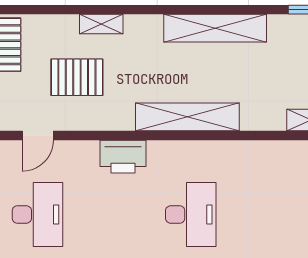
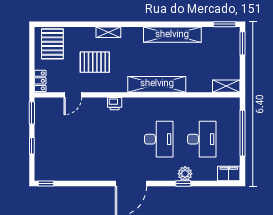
printer: (123, 157) -> (115, 104), width x0.53, depth x0.68
desk: (37, 214) -> (202, 139), moved

